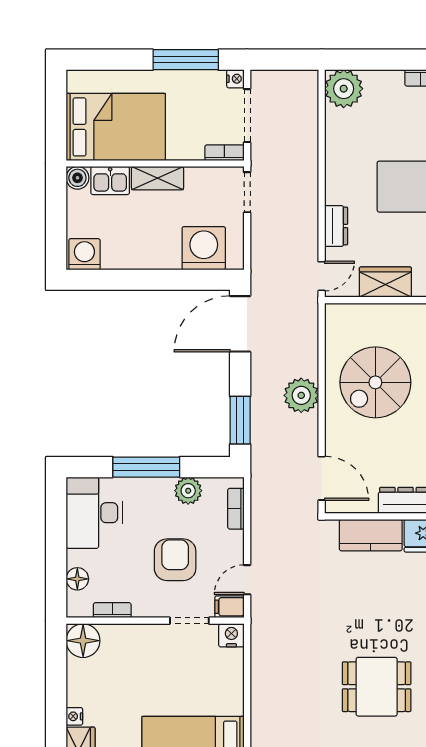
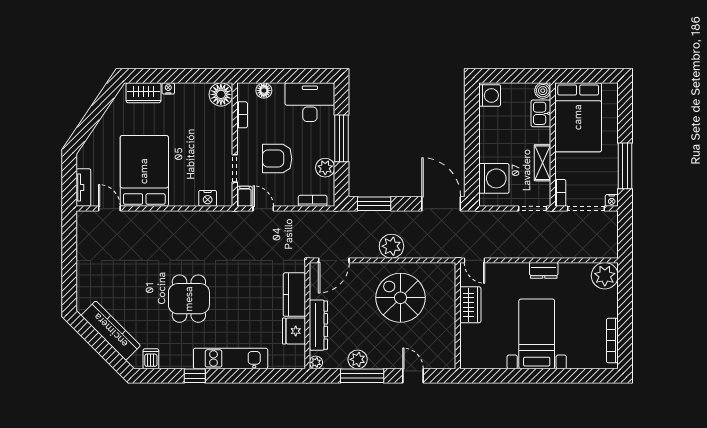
shelving: (157, 178) -> (543, 163), moved
dresser: (336, 226) -> (544, 270), moved
armchair: (175, 560) -> (277, 159), turned 180
nightstand: (231, 635) -> (208, 198), moved, turned 90

